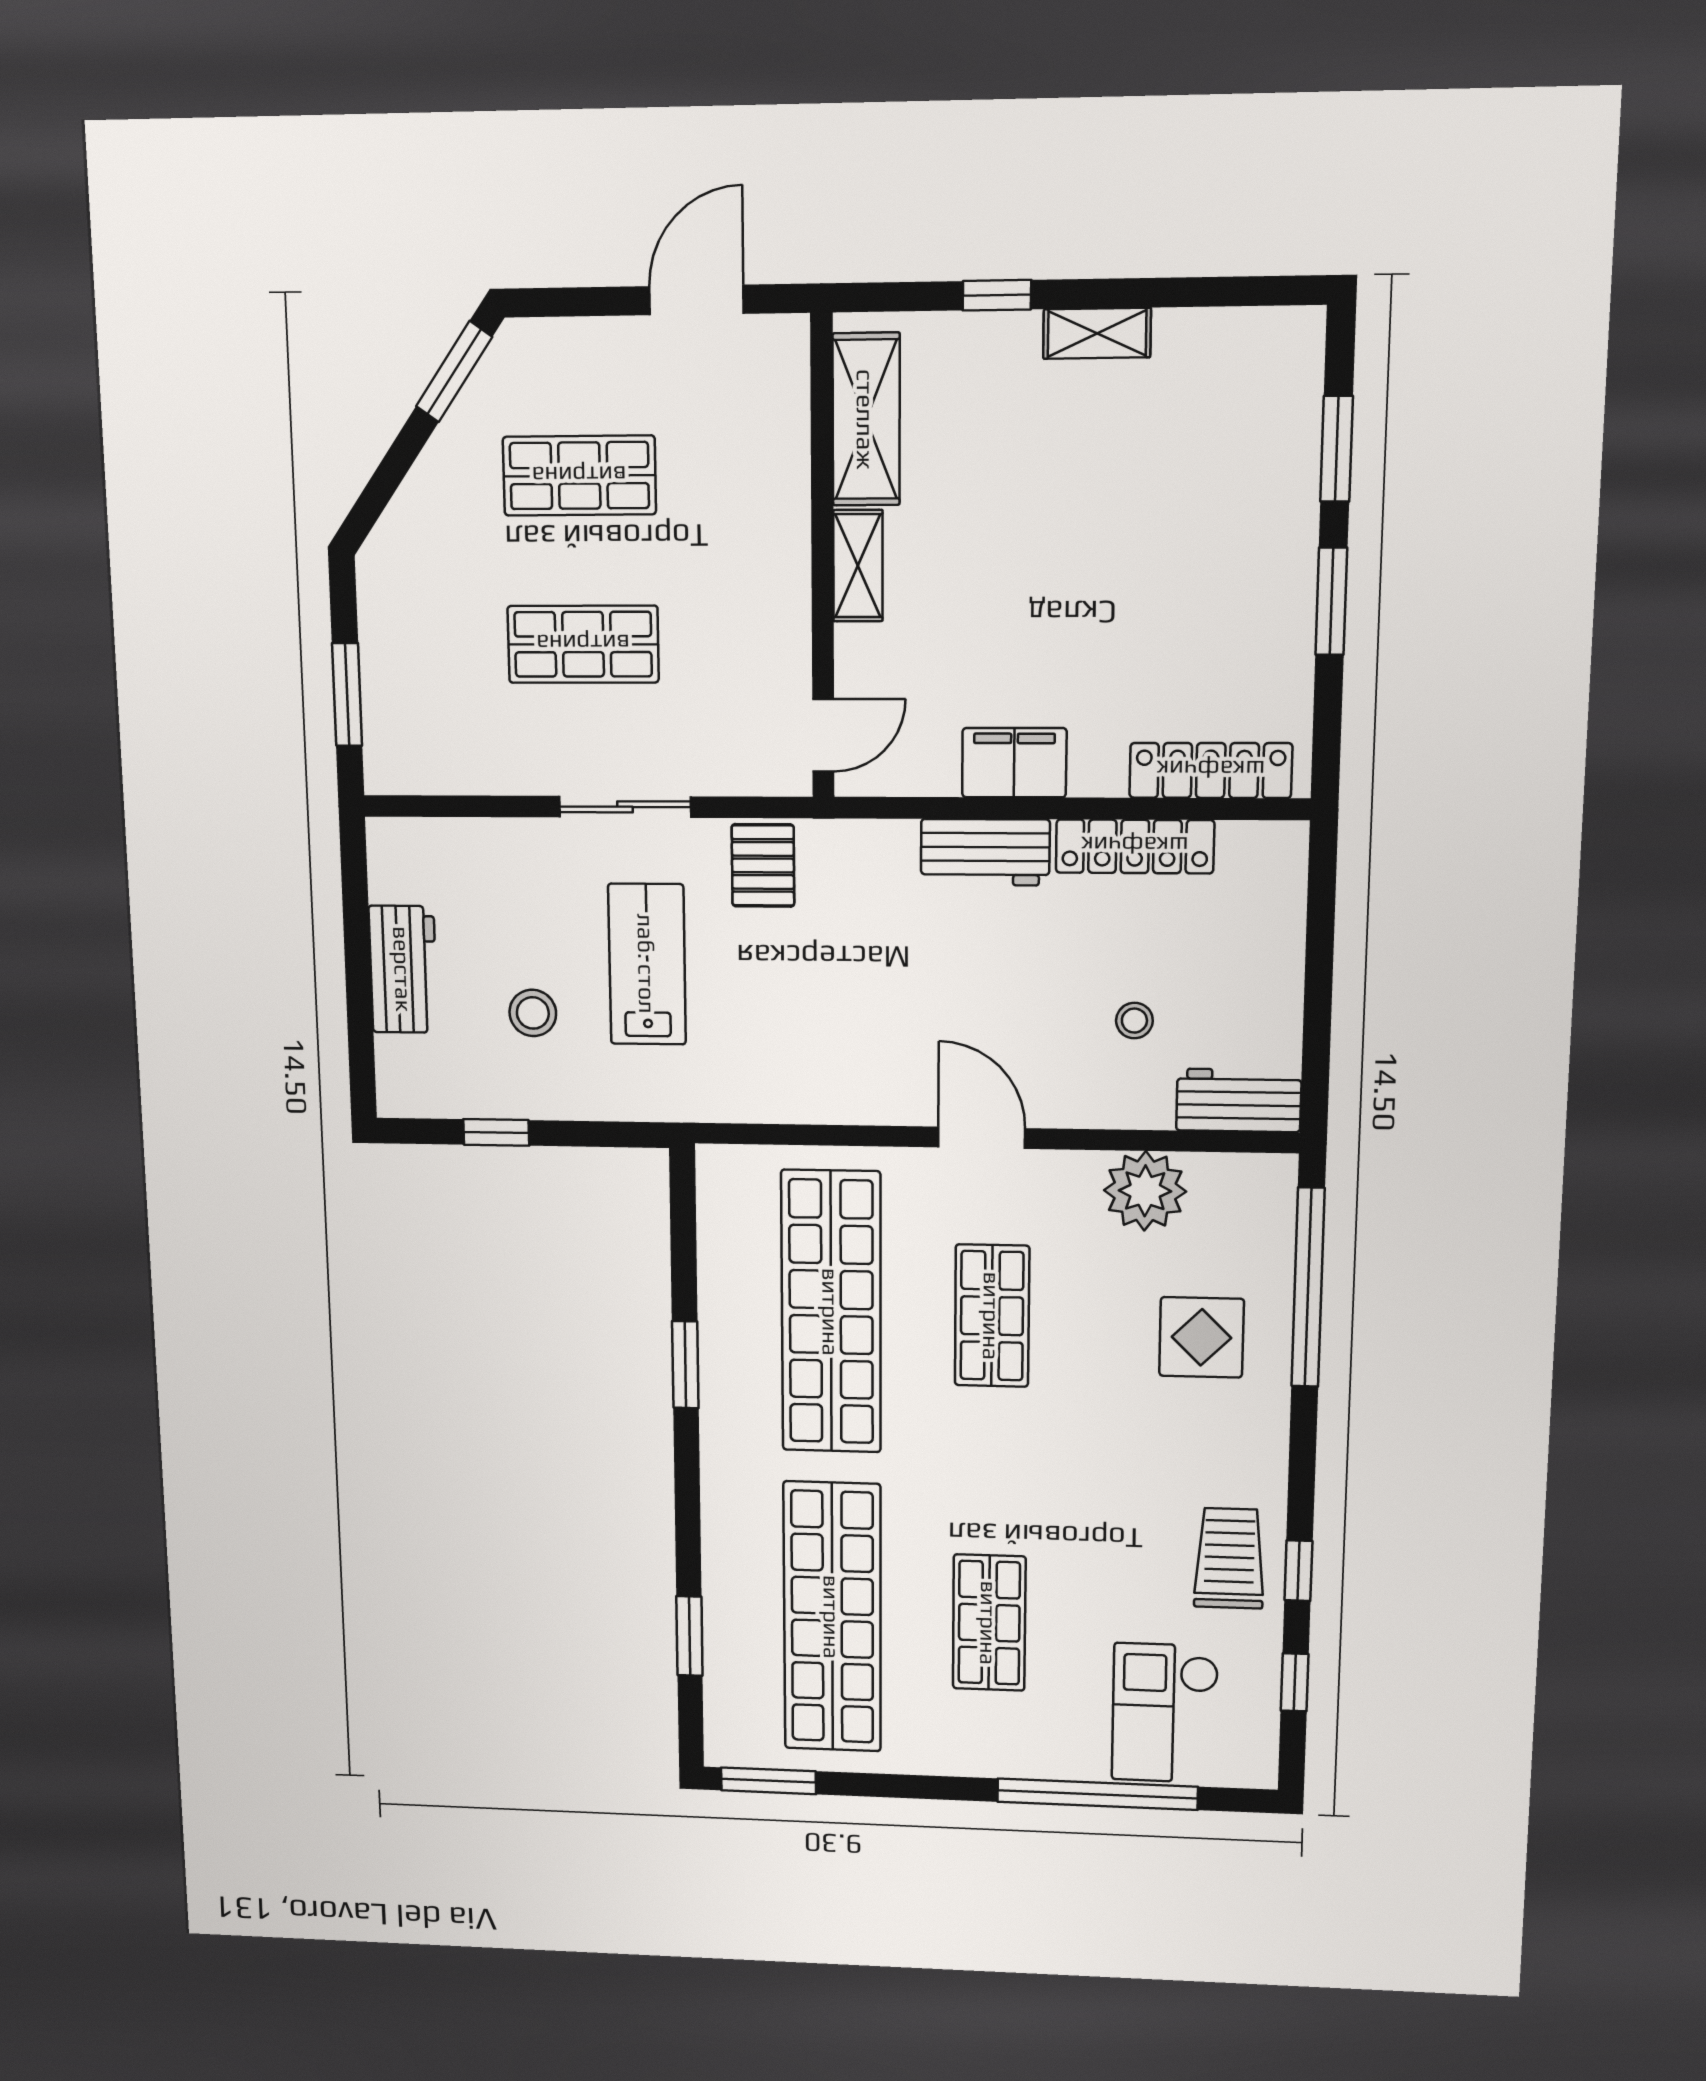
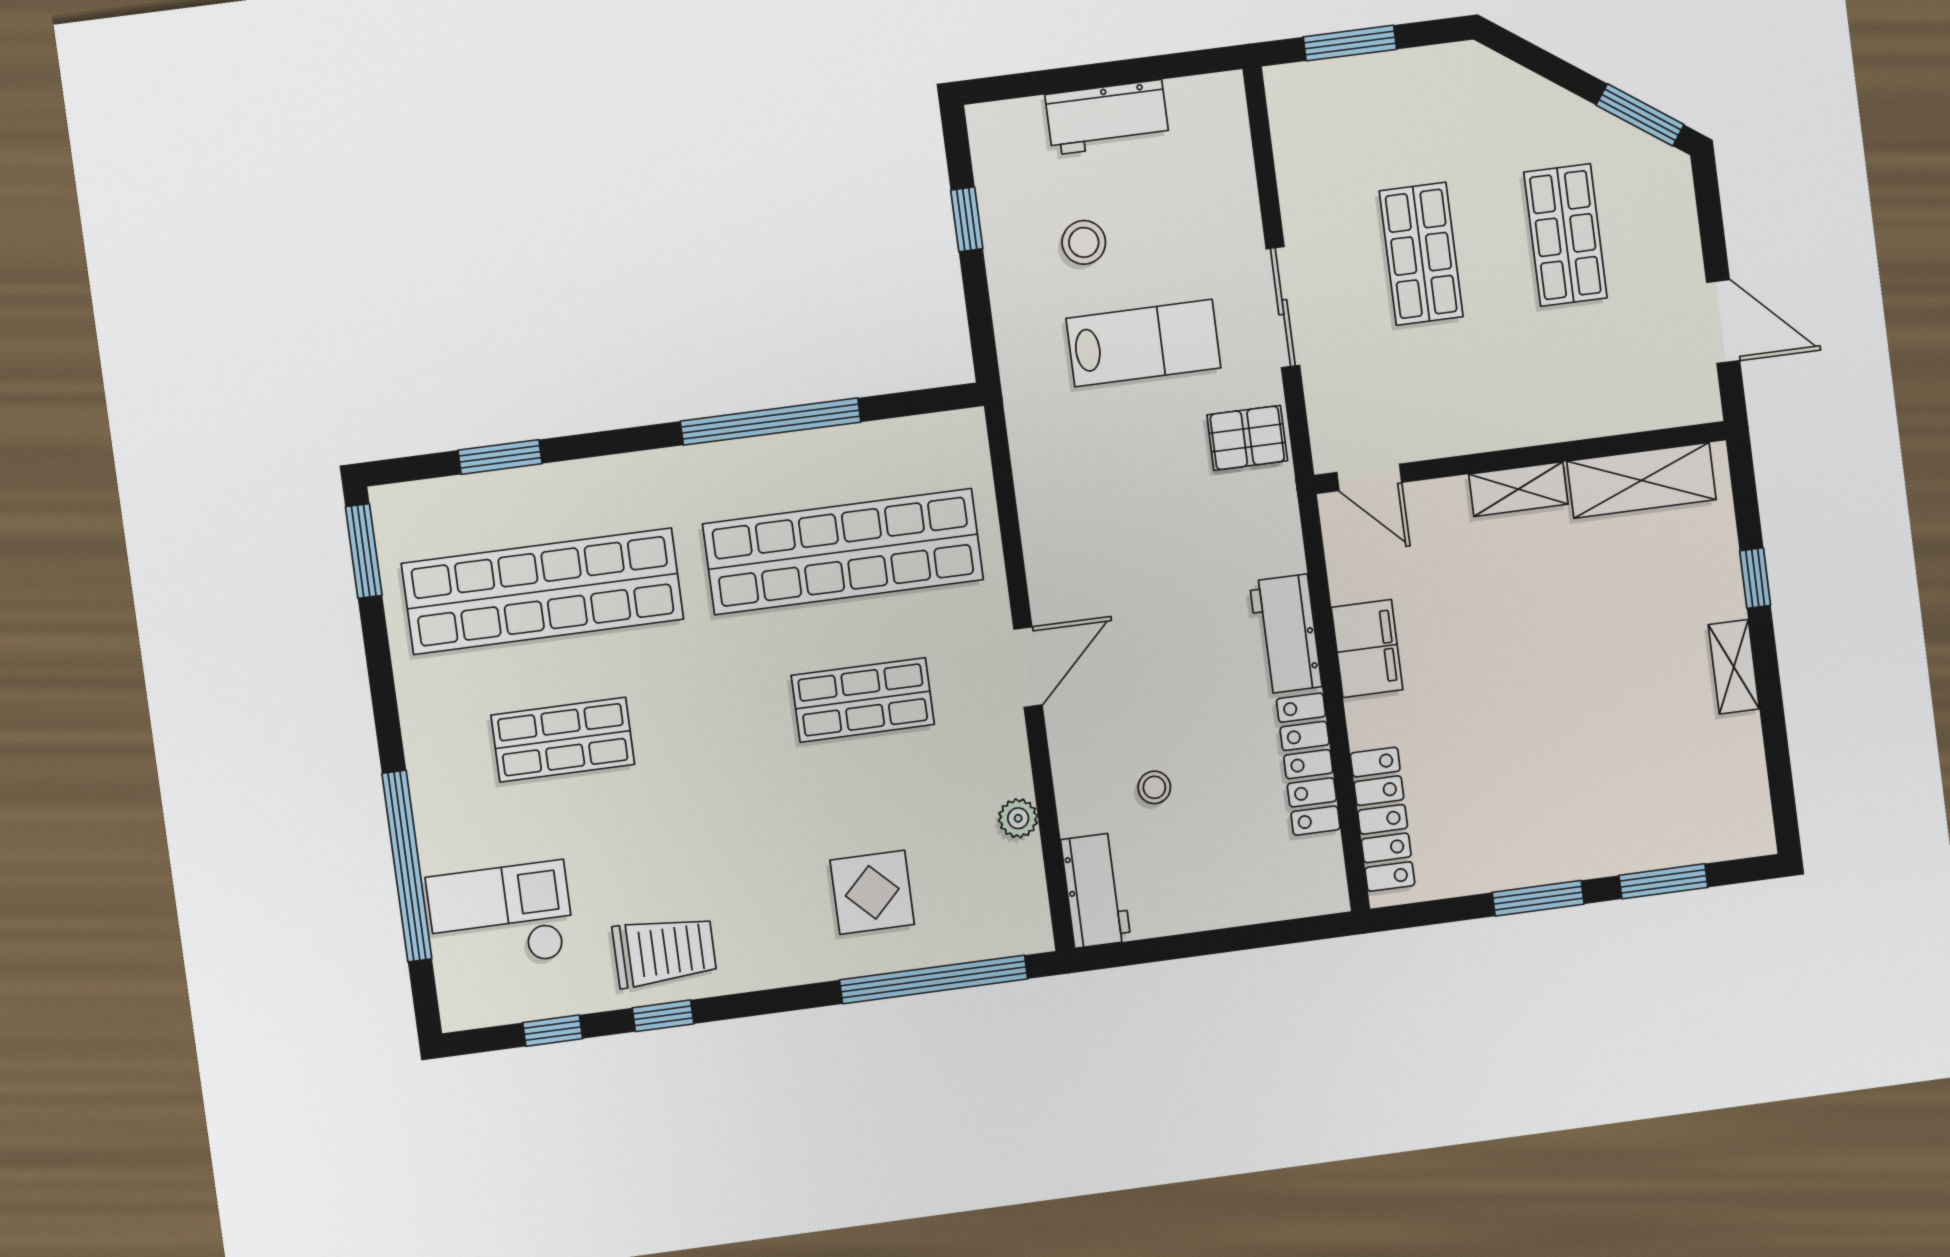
plant: (1145, 1191) -> (1018, 818), width x0.53, depth x0.53
window: (685, 1365) -> (771, 422), width x2.11

